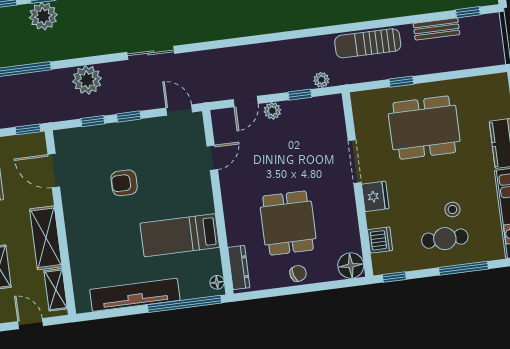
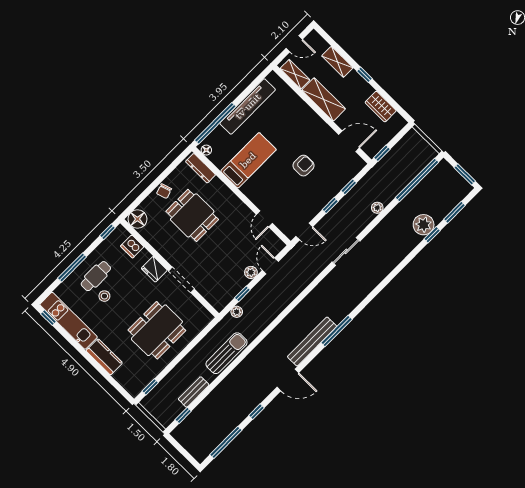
plant: (87, 80) -> (377, 208), width x0.53, depth x0.53
window: (401, 82) -> (150, 387), moved

